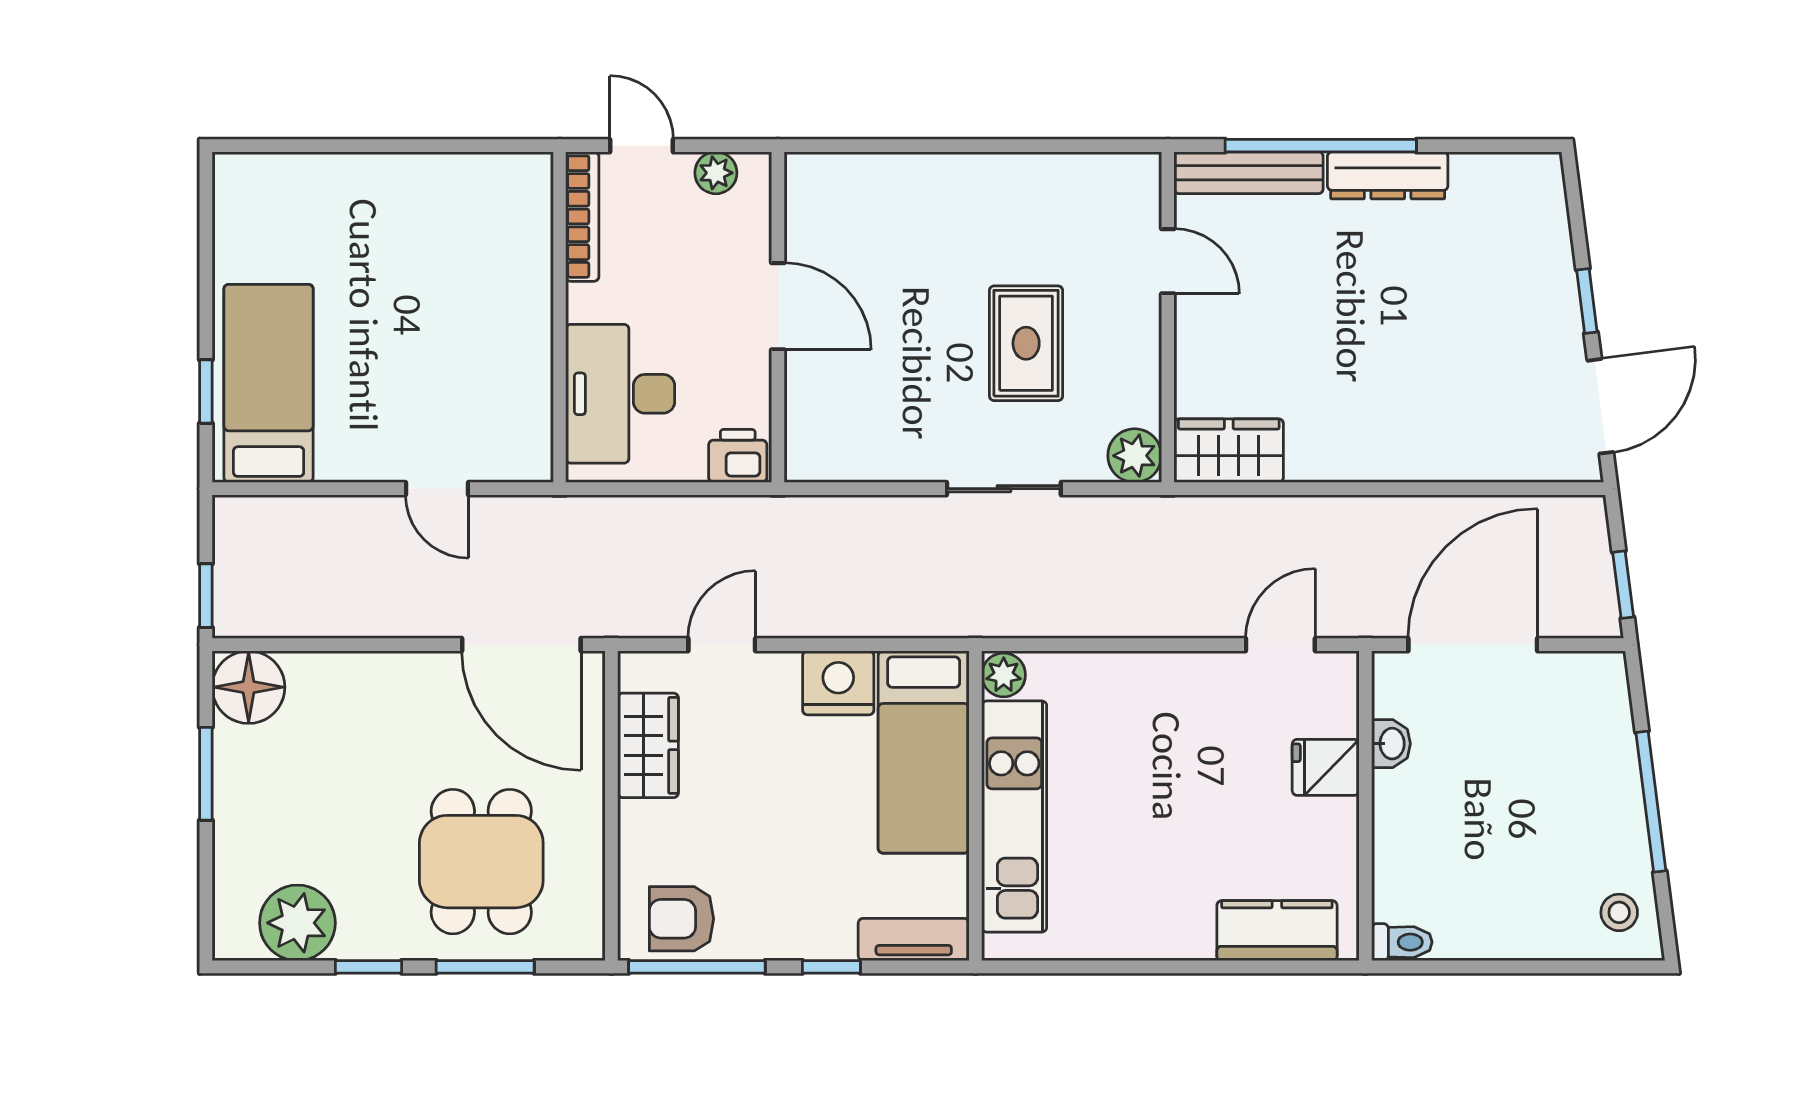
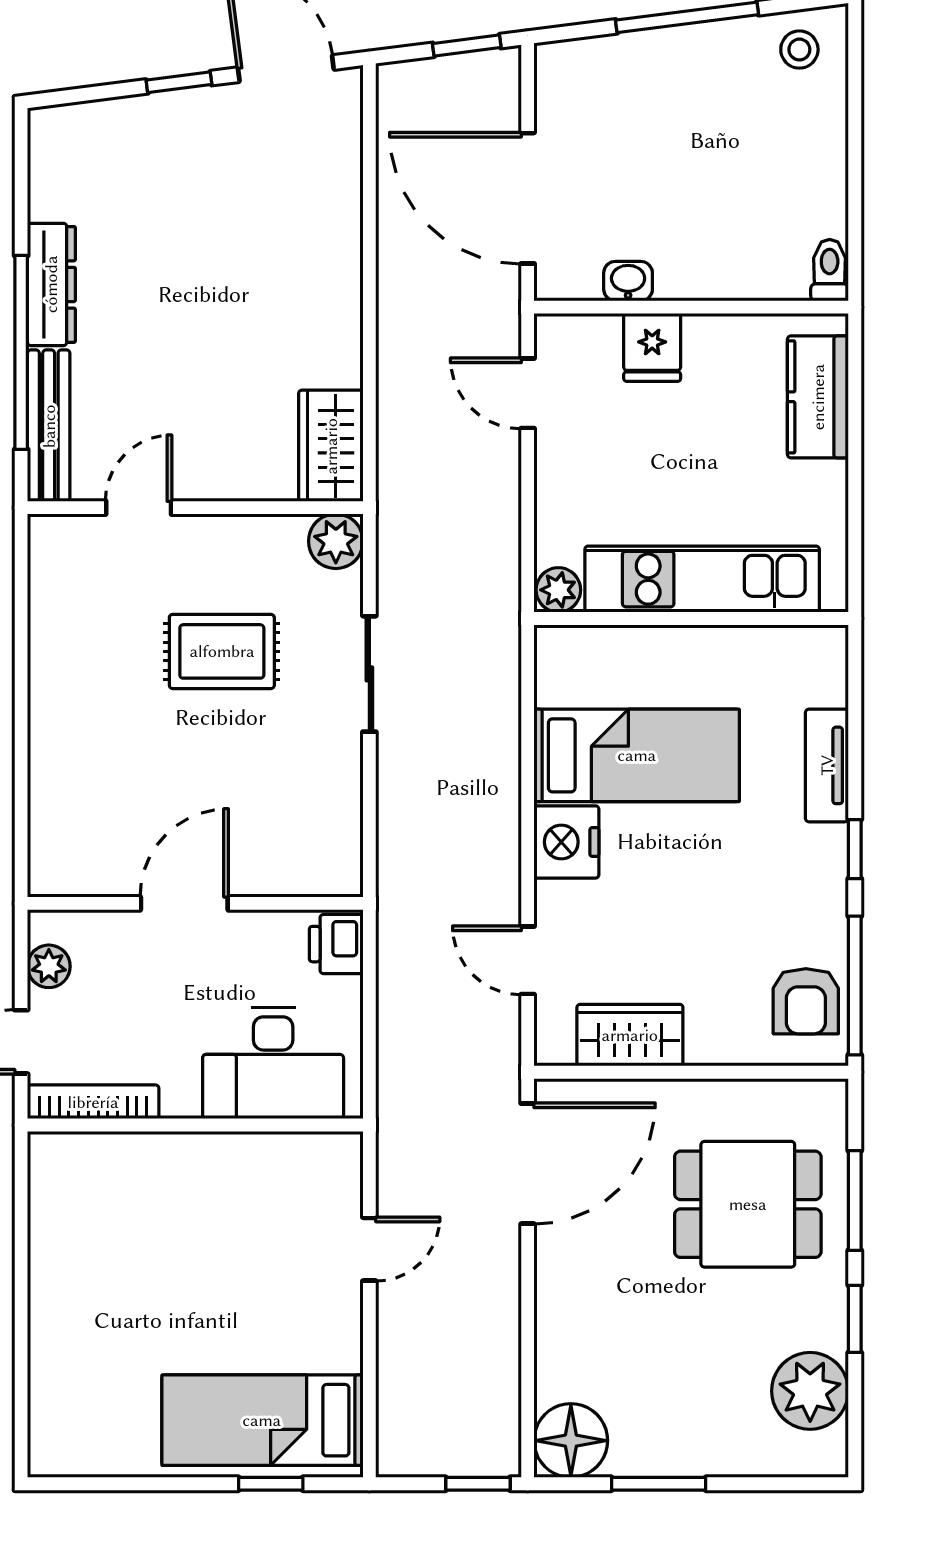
plant: (1004, 675) -> (558, 590), moved
wall: (975, 806) -> (691, 618), moved
kitchen unit: (1014, 817) -> (702, 579), moved

